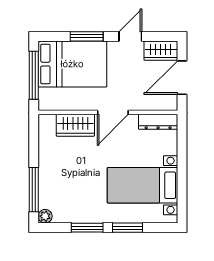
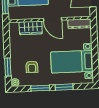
door: (113, 112) -> (53, 19), hinge flipped
window: (34, 190) -> (8, 67), width x0.69
armchair: (74, 191) -> (32, 67), added

